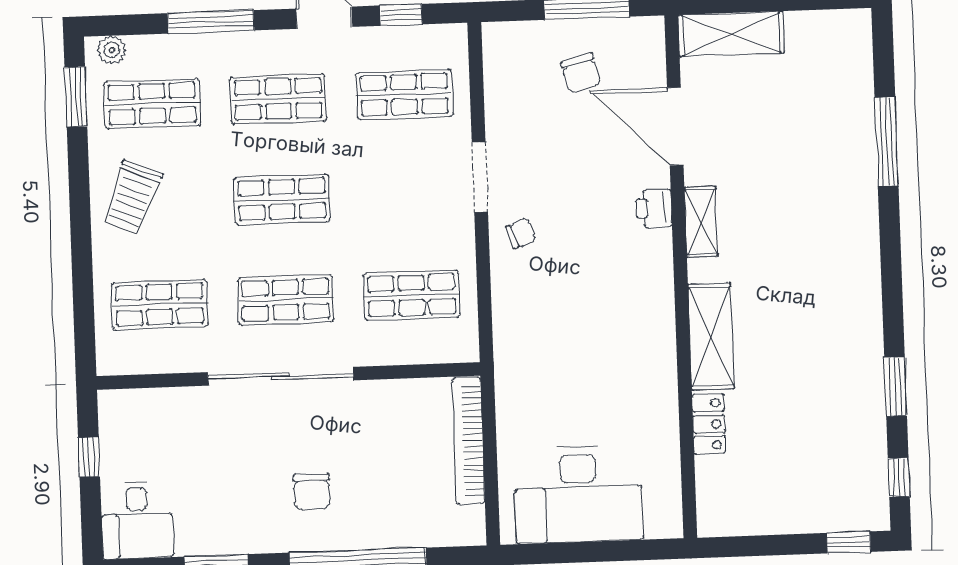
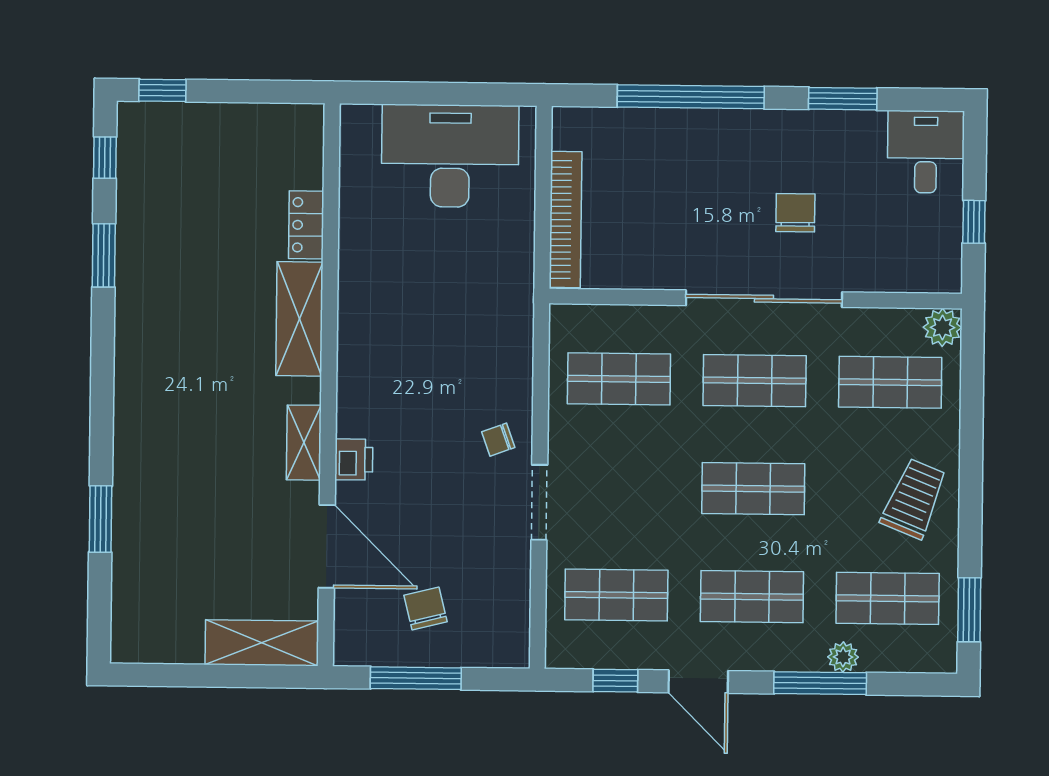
plant: (112, 50) -> (843, 657), moved
window: (887, 142) -> (100, 519), width x0.69
plant: (114, 358) -> (942, 327), added
chair: (312, 491) -> (795, 213), moved

